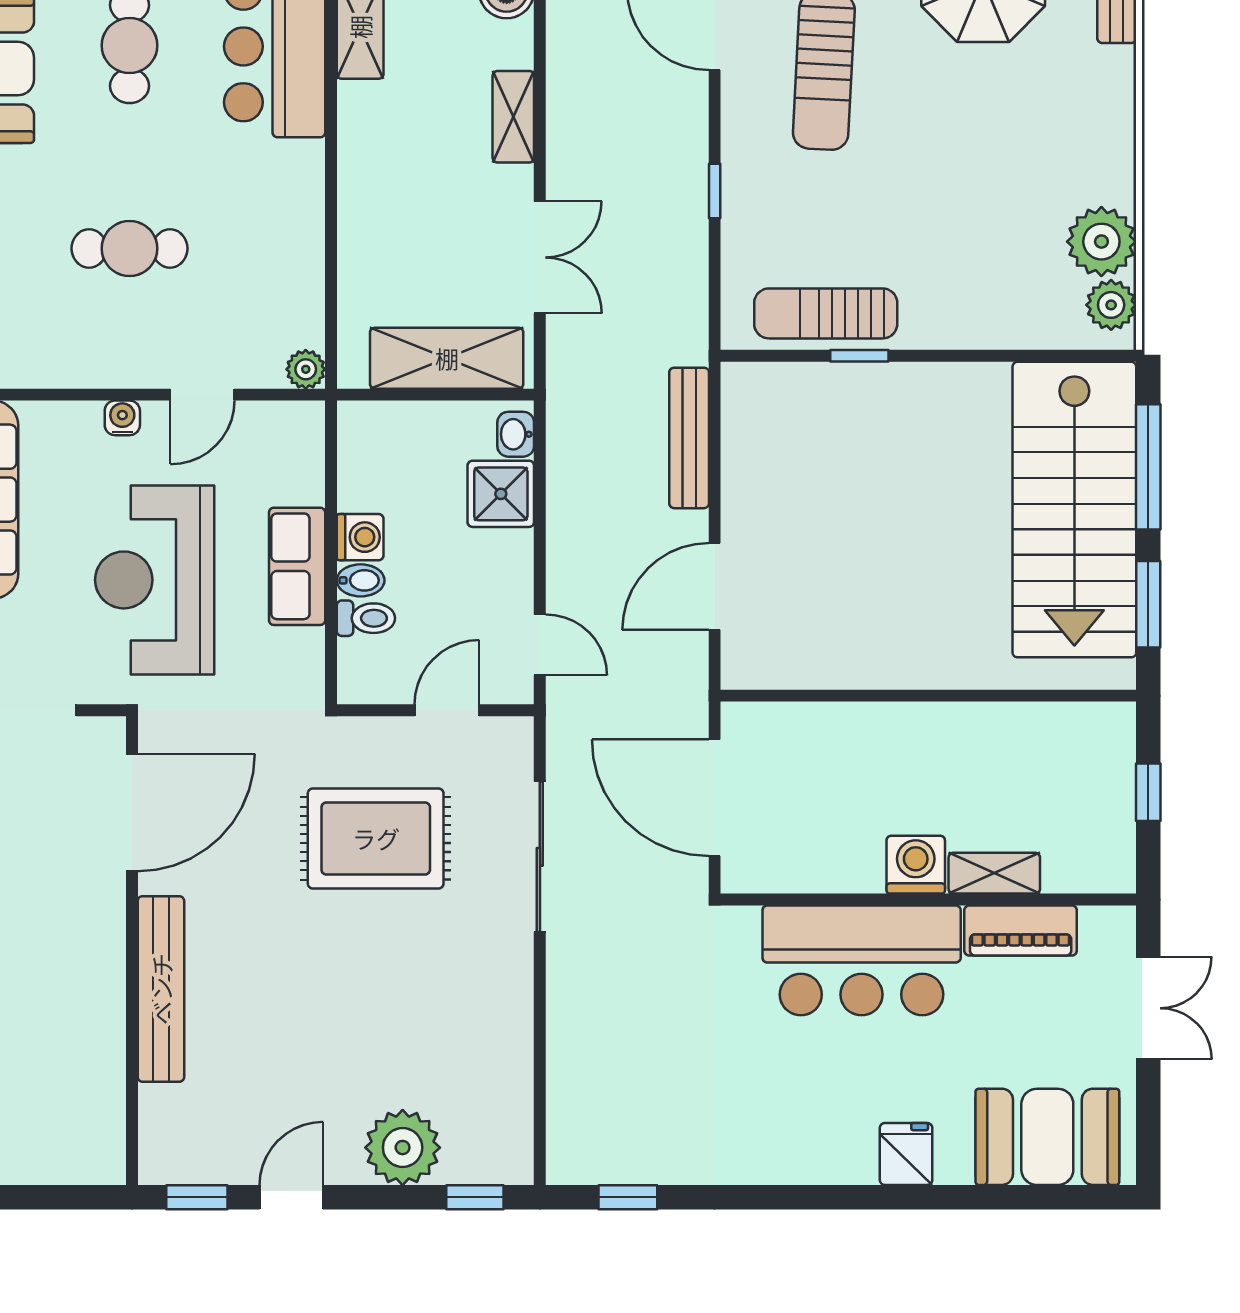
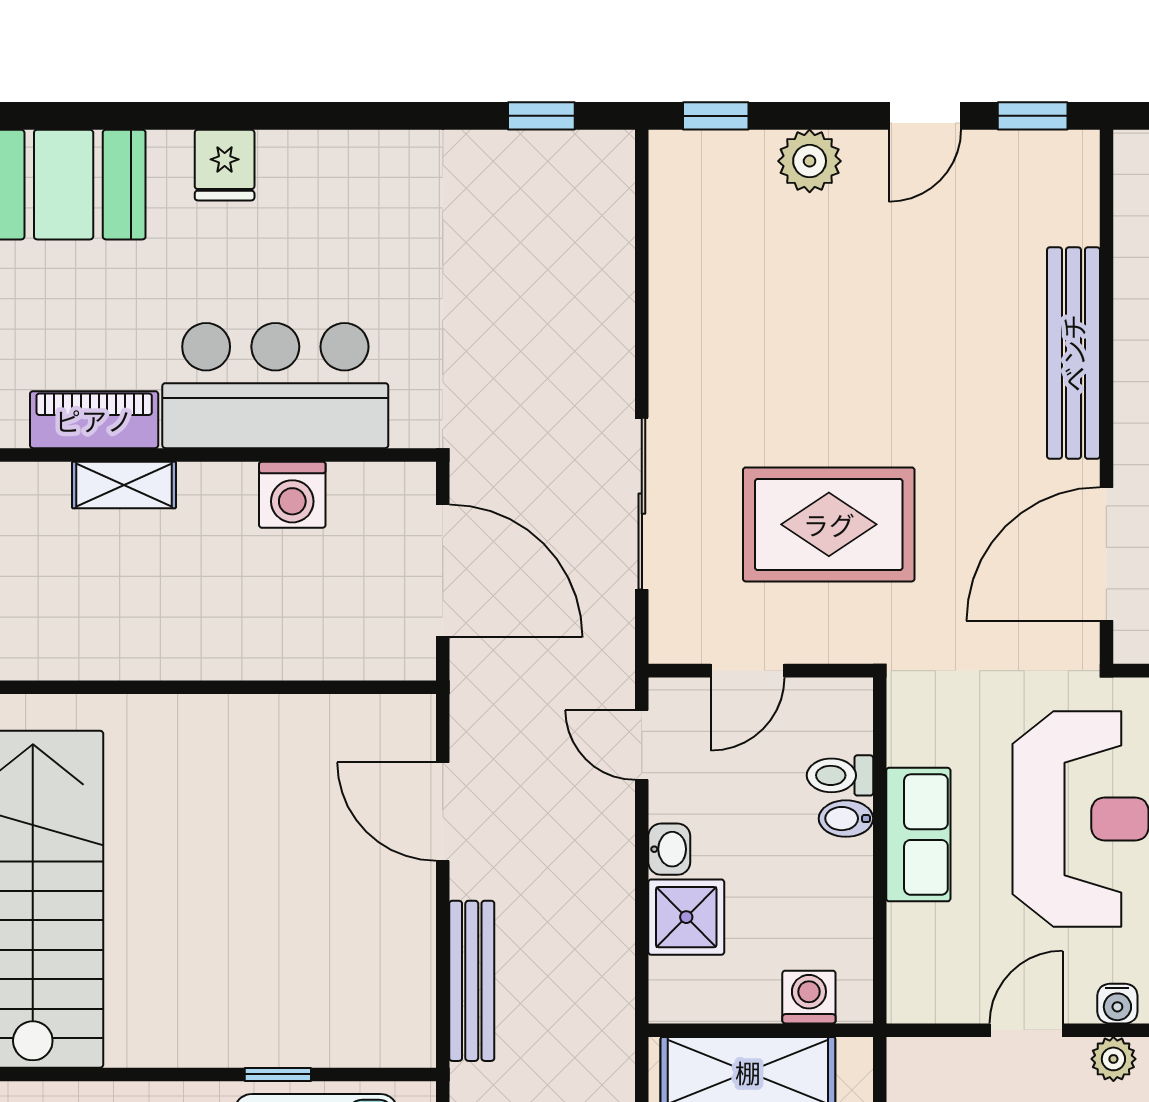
plant: (306, 369) -> (1113, 1059), moved
washbasin: (516, 434) -> (669, 849), moved
washing machine: (360, 537) -> (809, 997), moved, turned 90
door: (715, 587) -> (443, 812), swing flipped
washing machine: (916, 865) -> (292, 495), moved
plant: (403, 1148) -> (810, 161), width x0.73, depth x0.73

